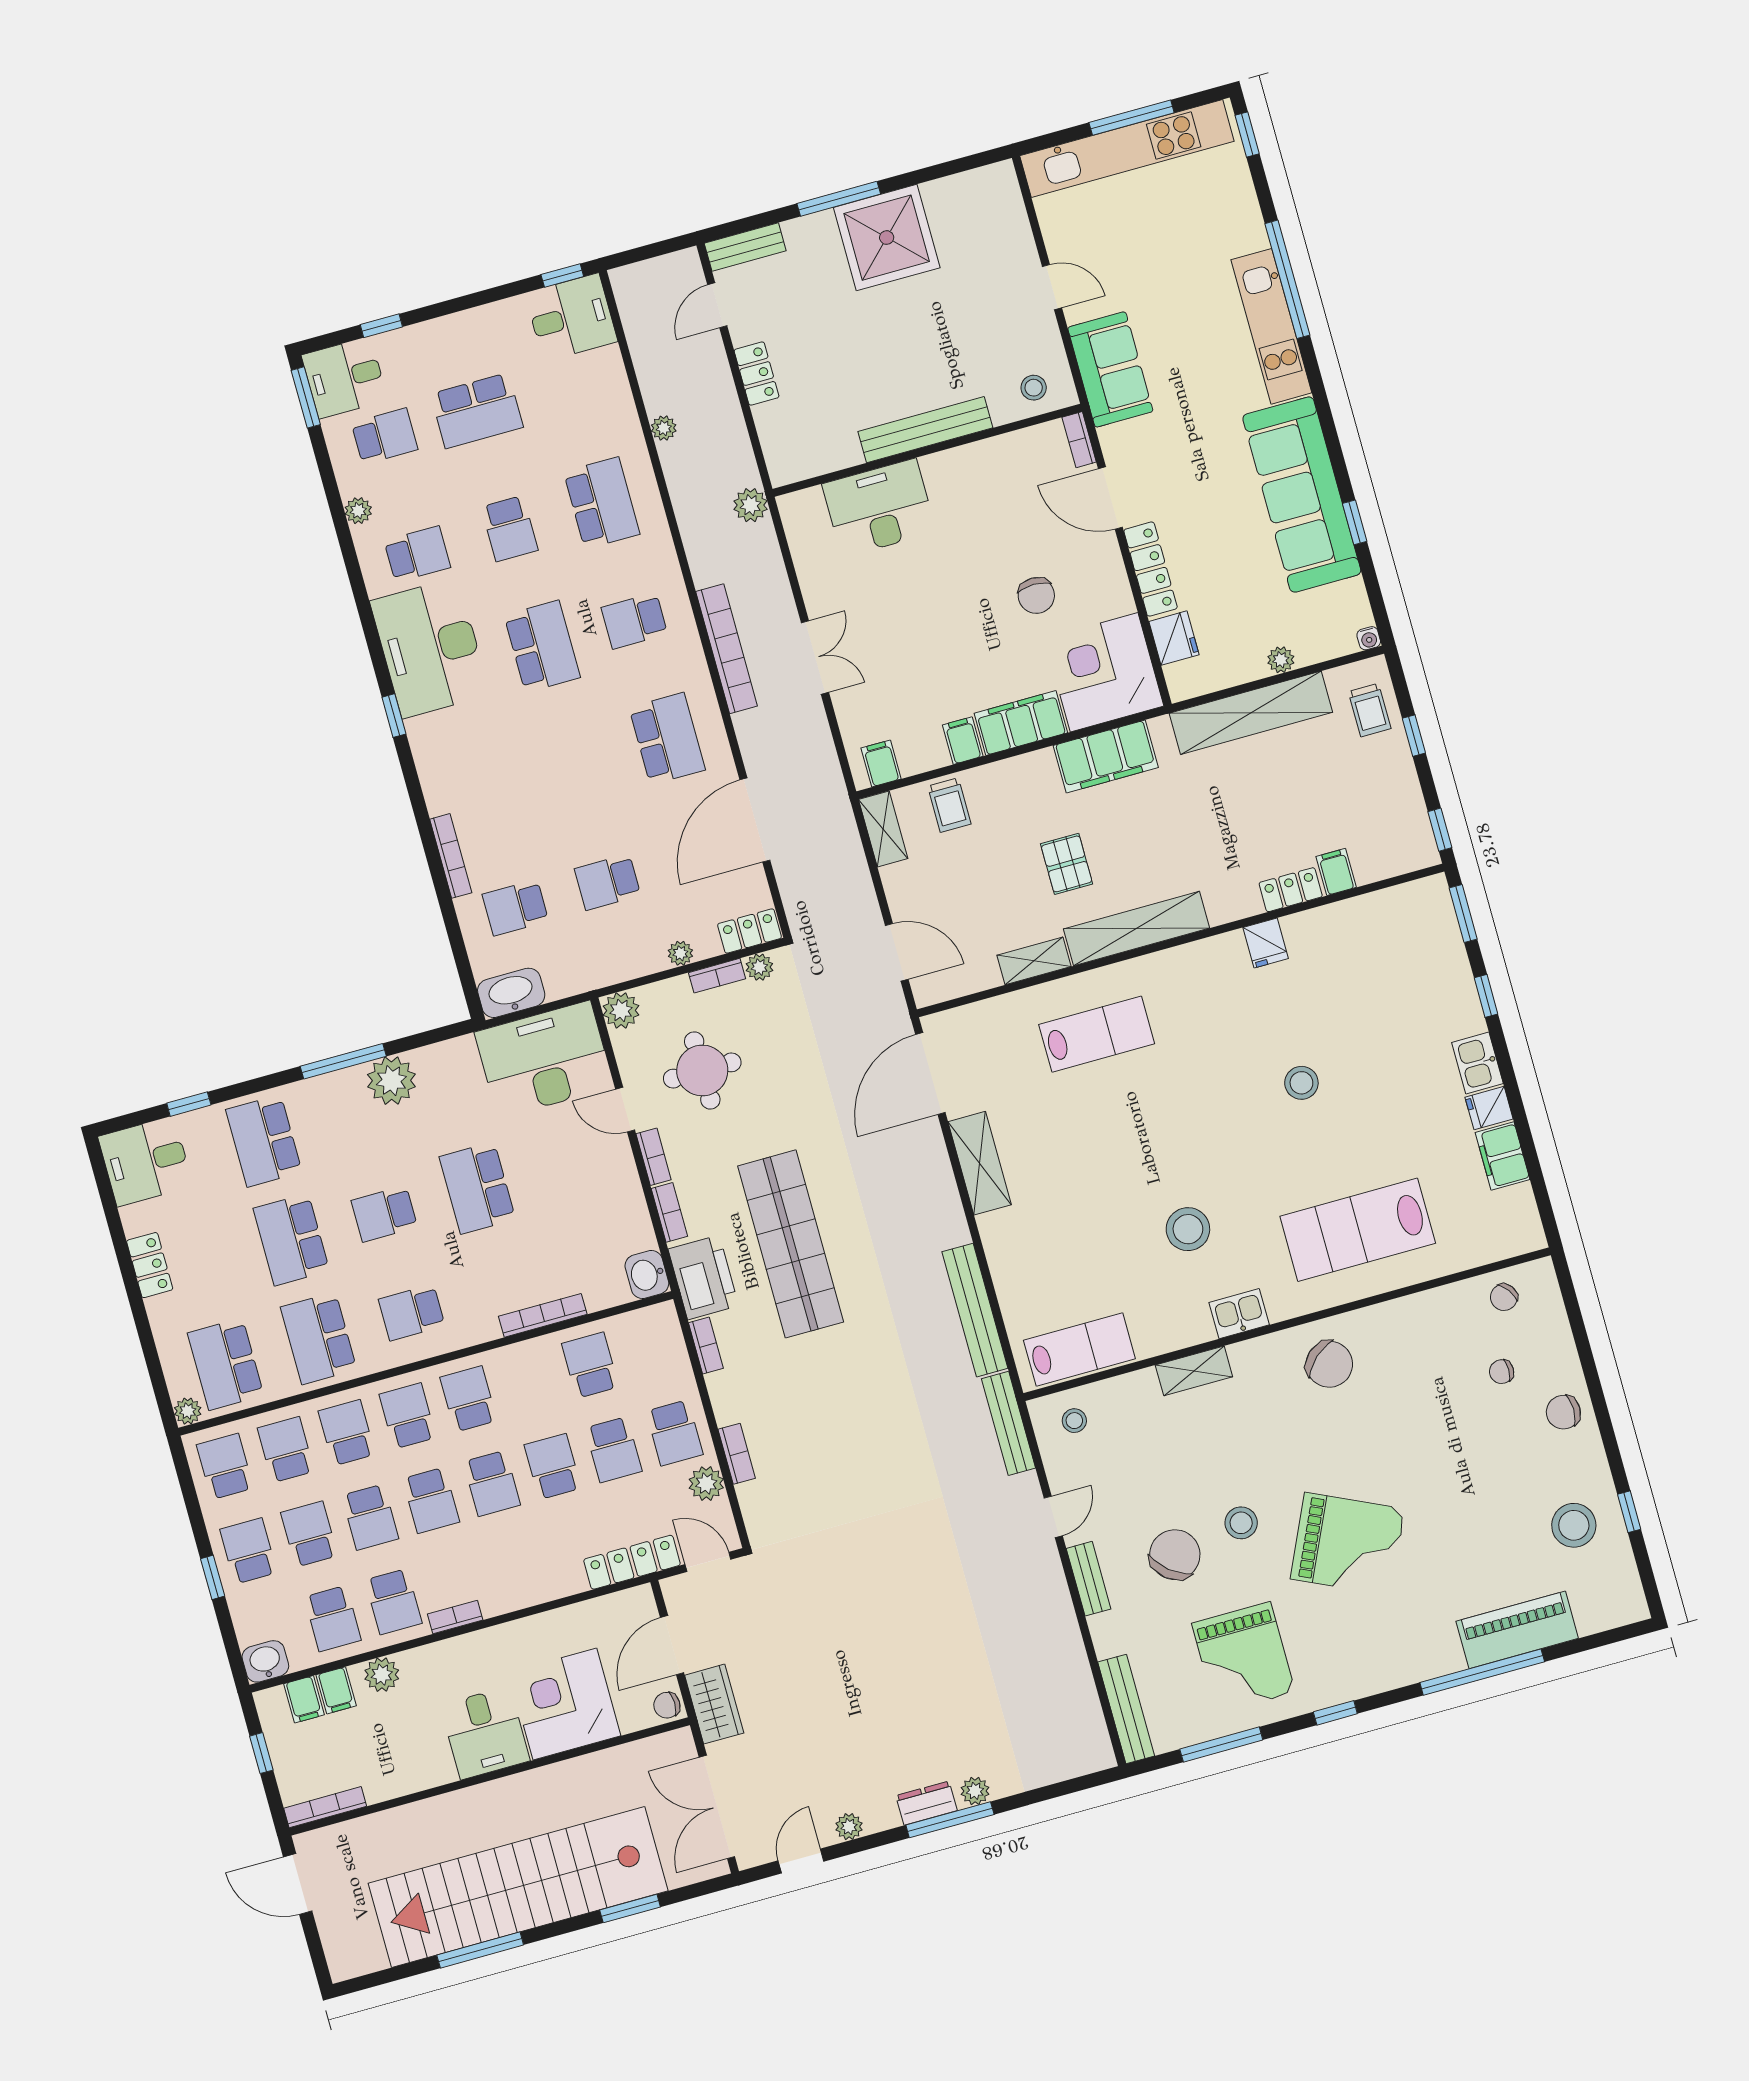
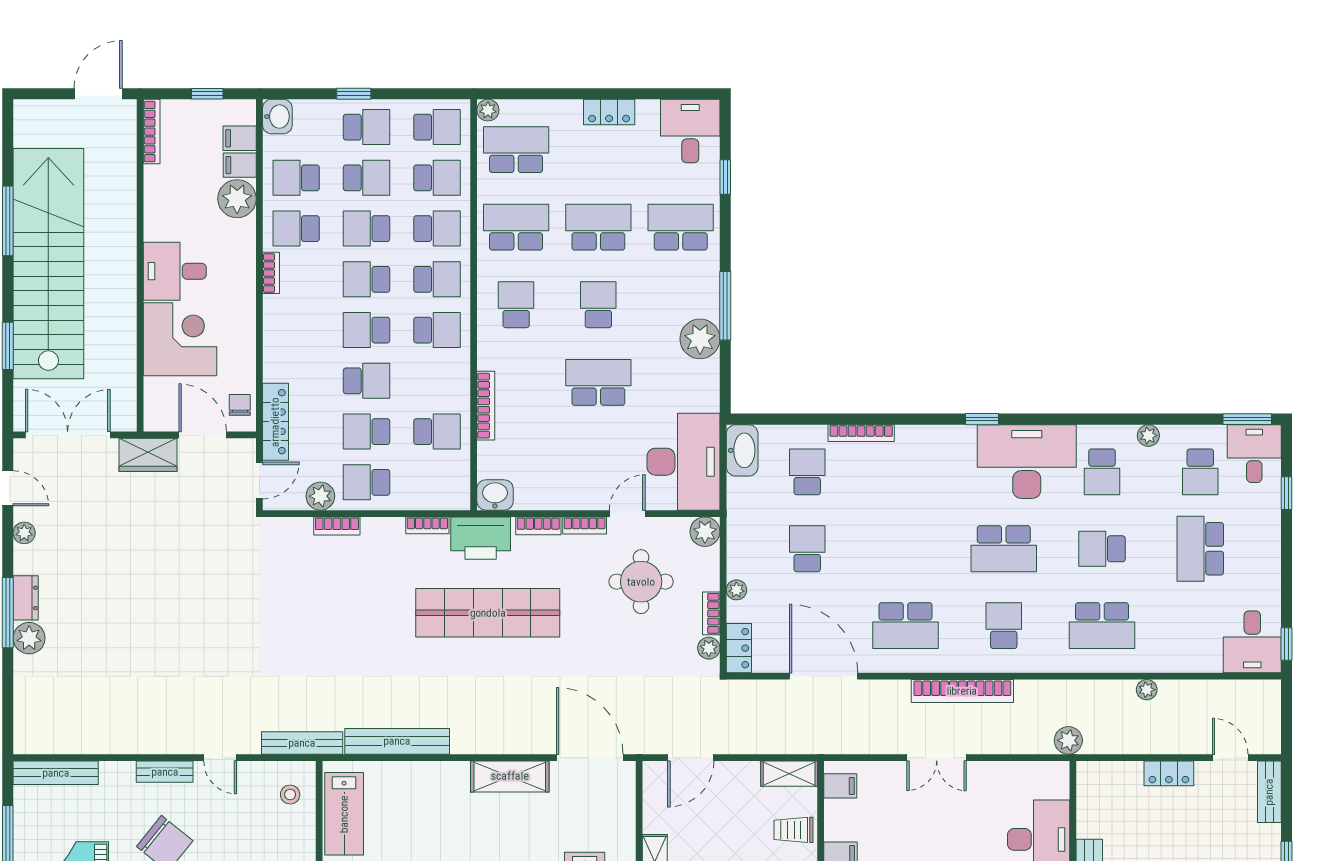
plant: (382, 1675) -> (237, 199), width x1.36, depth x1.36
chair: (667, 1705) -> (240, 405), moved
plant: (975, 1791) -> (29, 638), width x1.38, depth x1.38

